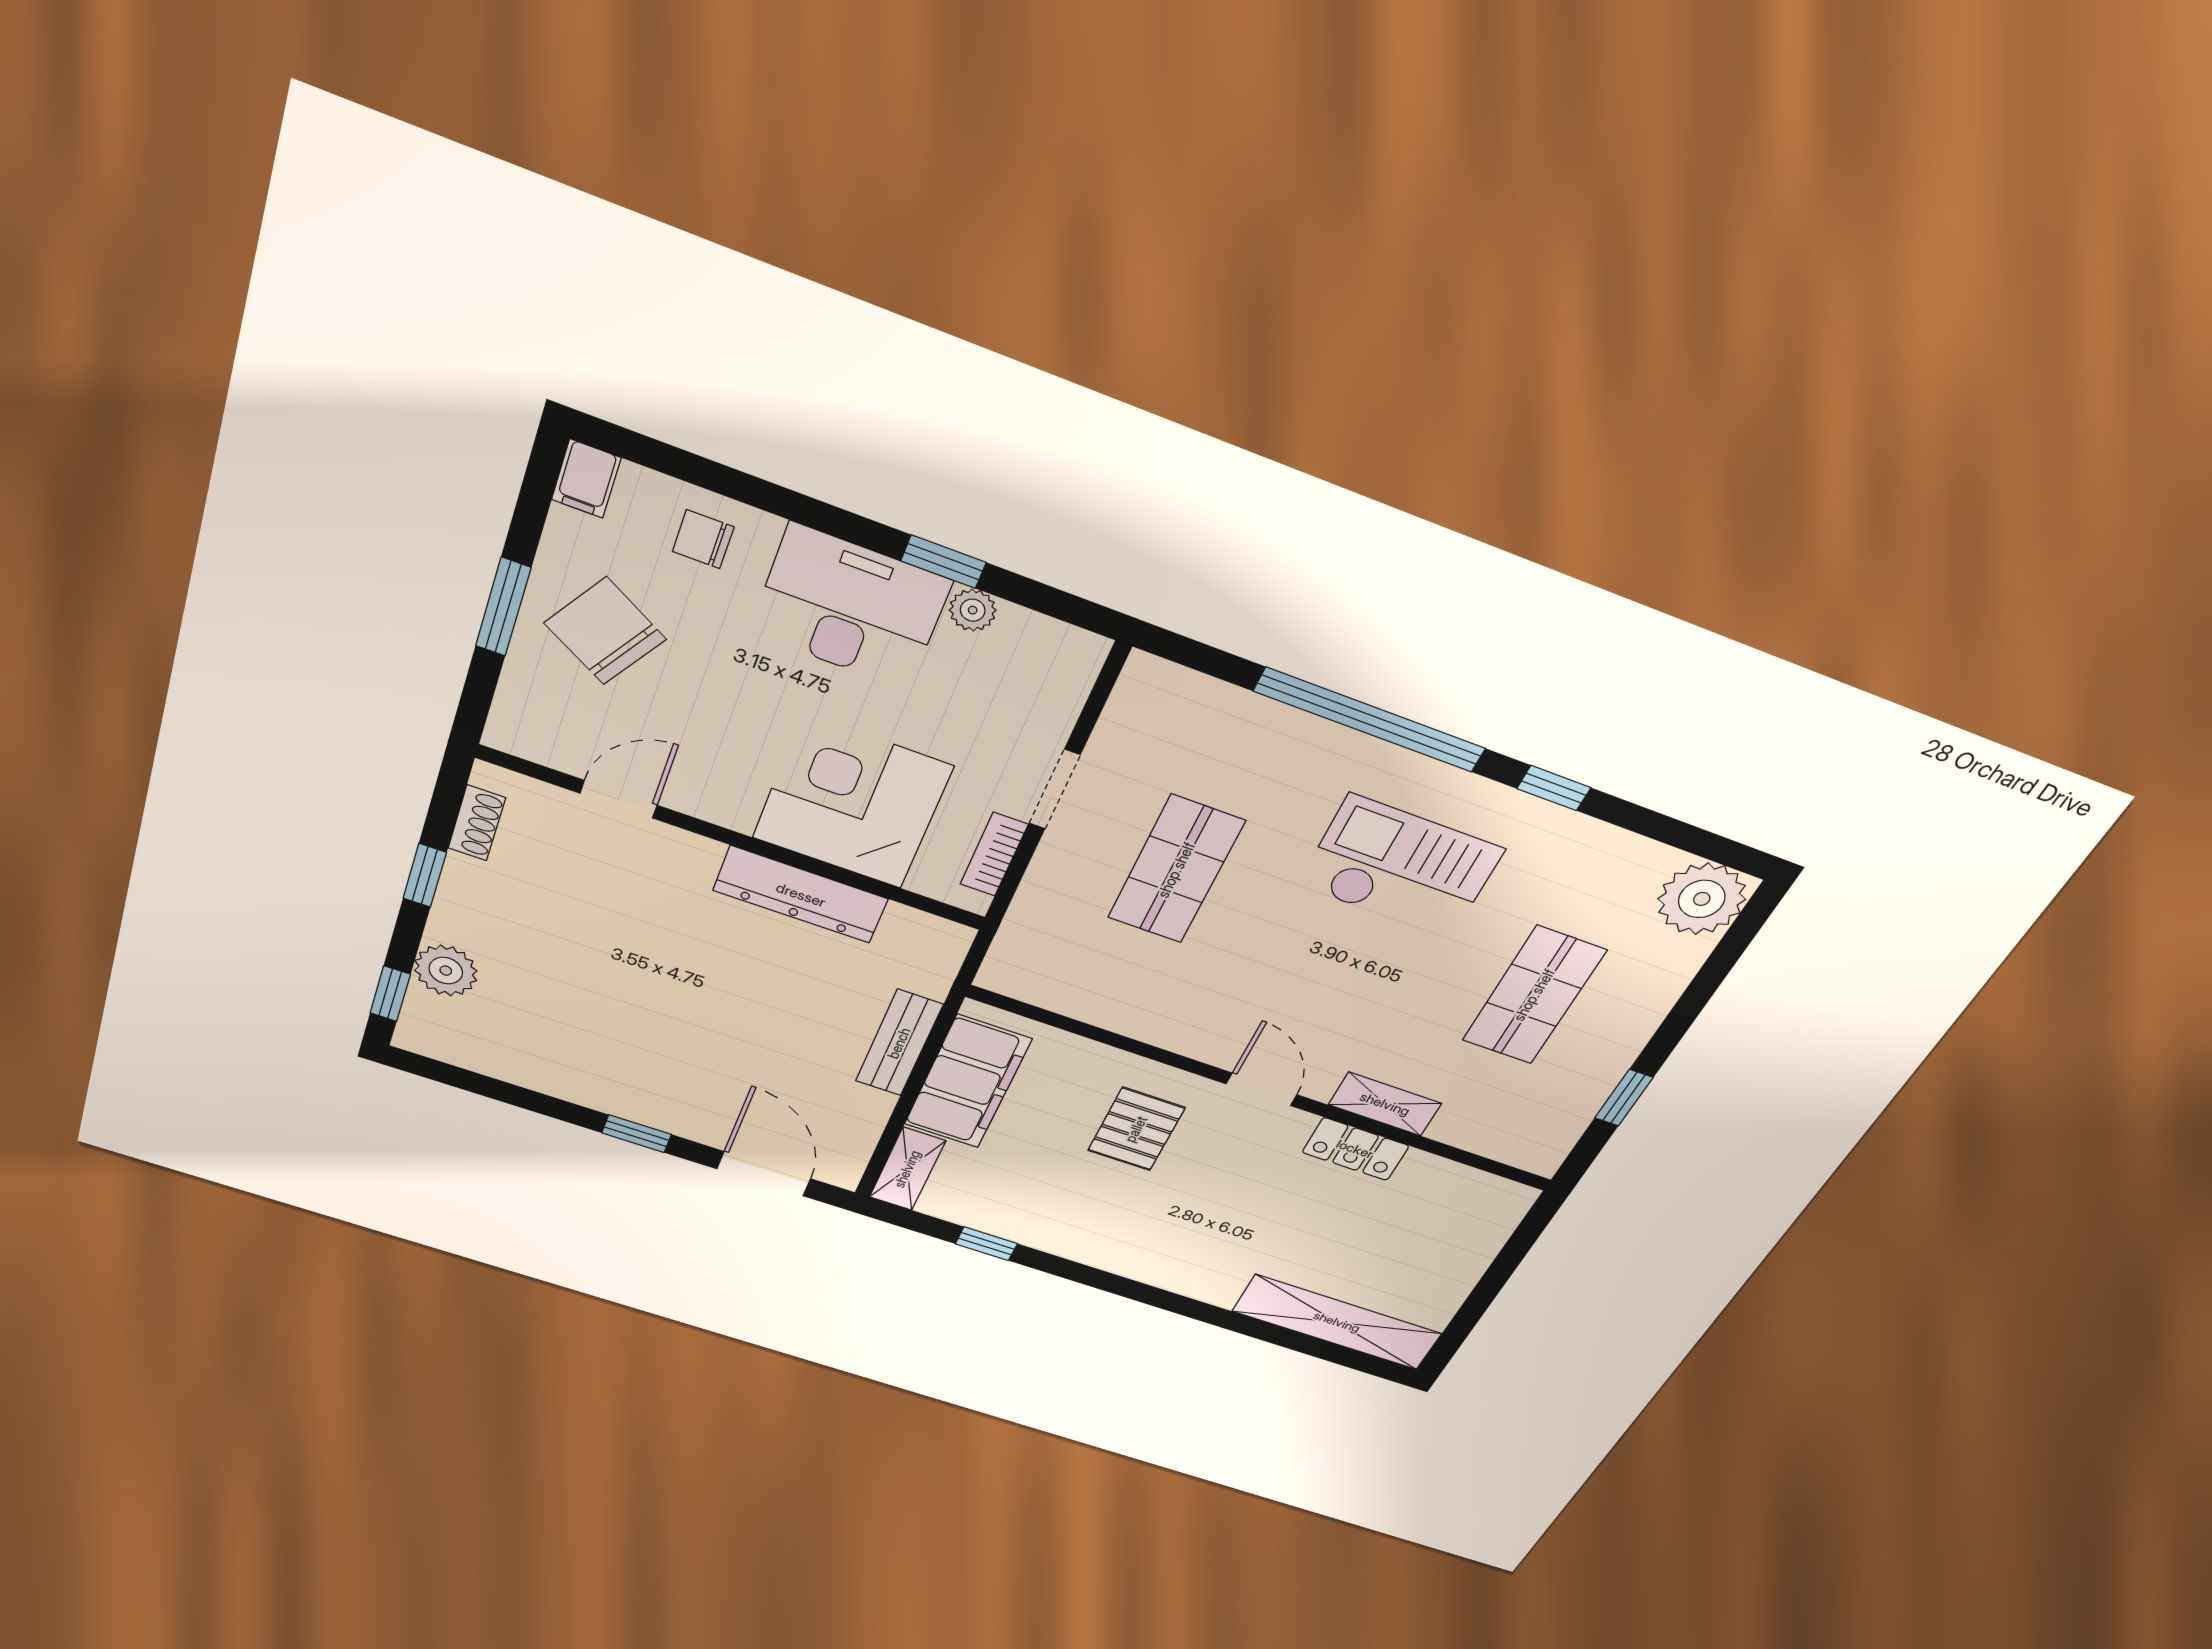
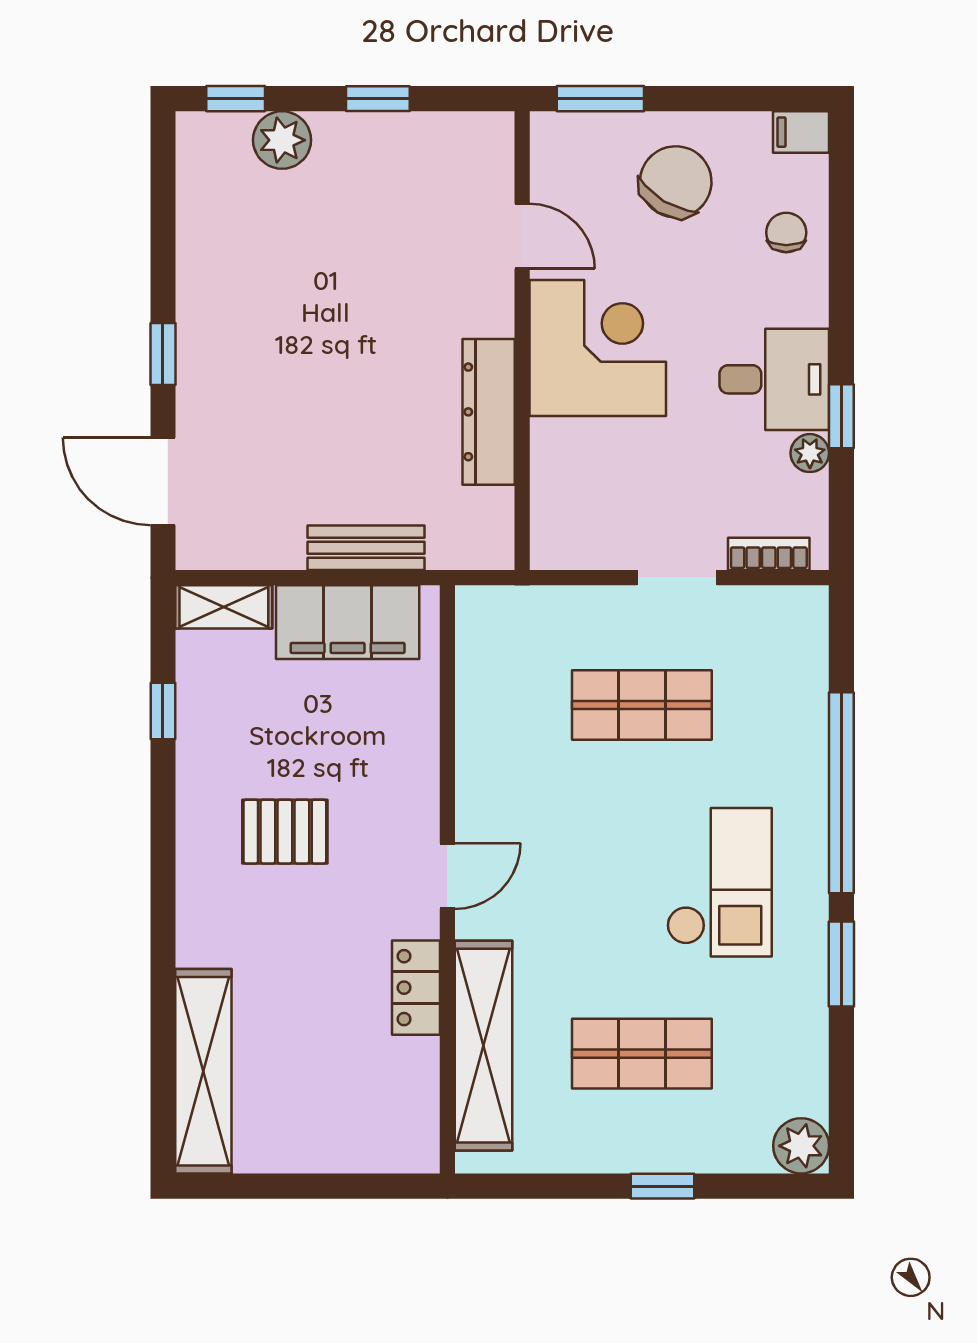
window: (503, 607) -> (600, 99), moved
desk: (850, 607) -> (774, 379), width x0.73
window: (1554, 788) -> (841, 964), width x1.50
corner desk: (852, 802) -> (598, 348), moved
shoe rack: (477, 823) -> (450, 128), removed
bookcase: (994, 854) -> (769, 554), moved
plant: (1702, 899) -> (801, 1146), width x0.73, depth x0.73
window: (1624, 1098) -> (662, 1186), moved
shelving: (1385, 1104) -> (483, 1046), width x2.20, depth x1.33
pallet: (1136, 1129) -> (285, 832), moved
door: (764, 1174) -> (163, 481), swing flipped

